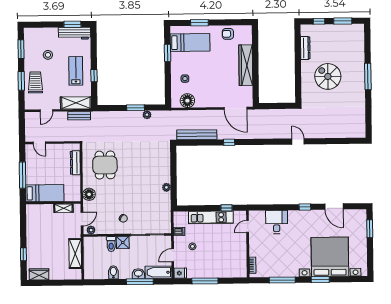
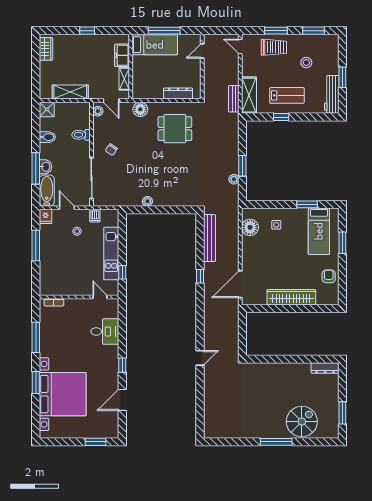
window: (319, 21) -> (342, 385), removed
window: (72, 24) -> (342, 77), moved
dresser: (305, 48) -> (325, 368), moved
spiral stairs: (328, 76) -> (302, 422), moved
door: (46, 111) -> (240, 47), moved
bed: (45, 193) -> (155, 45), moved, turned -90
freezer: (44, 210) -> (122, 55), added
shower: (123, 243) -> (47, 109), moved
window: (23, 254) -> (87, 31), moved

